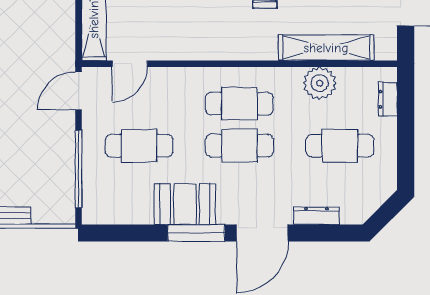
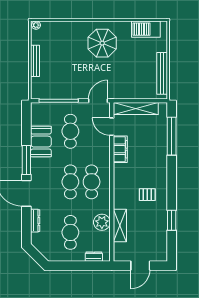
filing cabinet: (175, 47) -> (120, 149), added
shelving: (326, 48) -> (120, 226), width x0.68
door: (79, 91) -> (98, 101), hinge flipped
booth: (185, 204) -> (41, 142), moved

